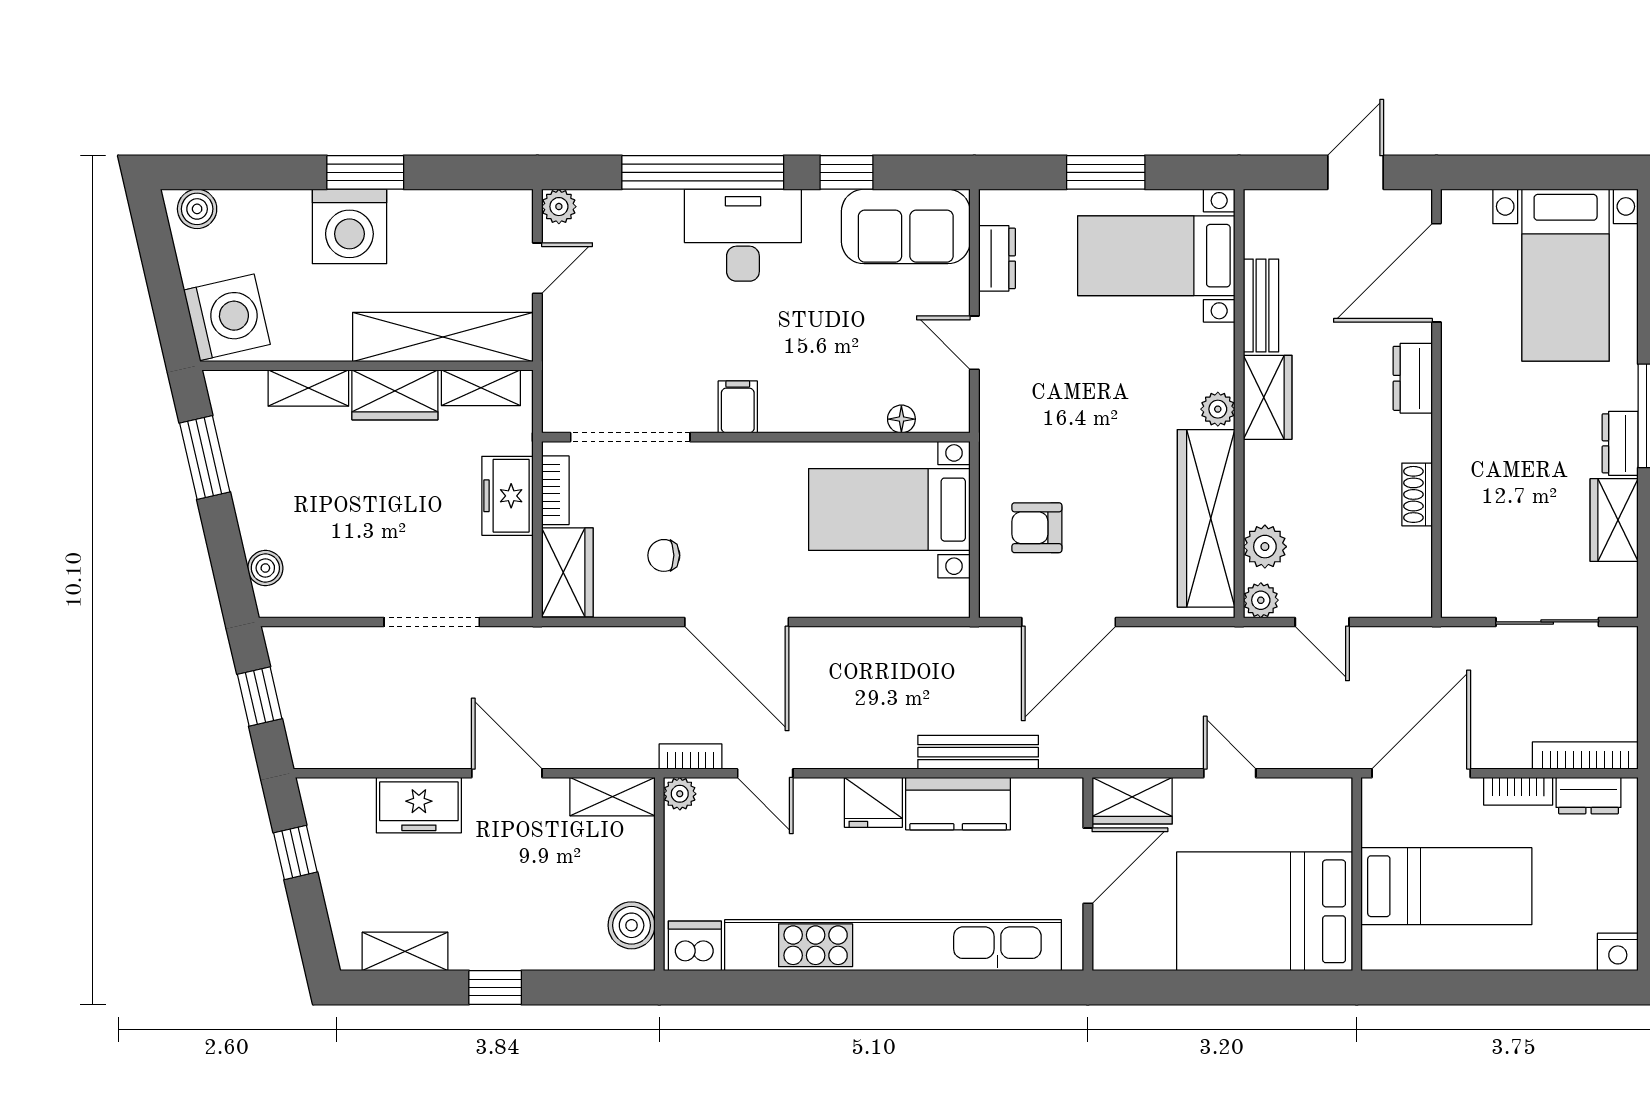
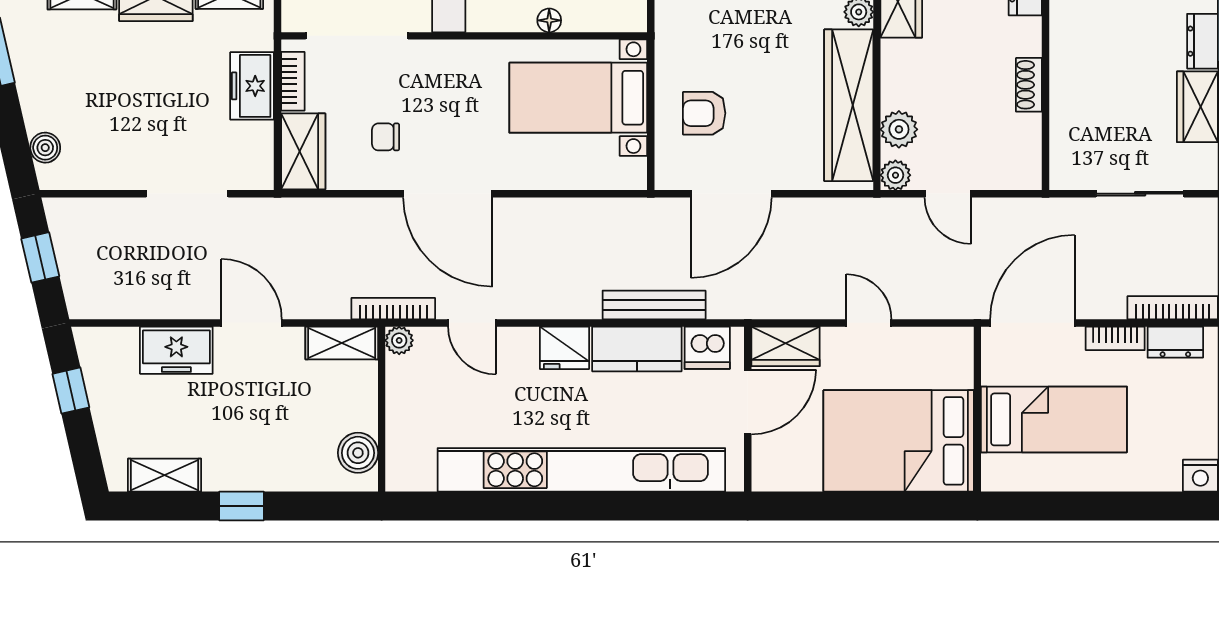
floor lamp: (901, 419) -> (549, 20), moved
bookcase: (691, 756) -> (393, 309), width x1.56
dishwasher: (695, 946) -> (707, 348), moved, turned 180

